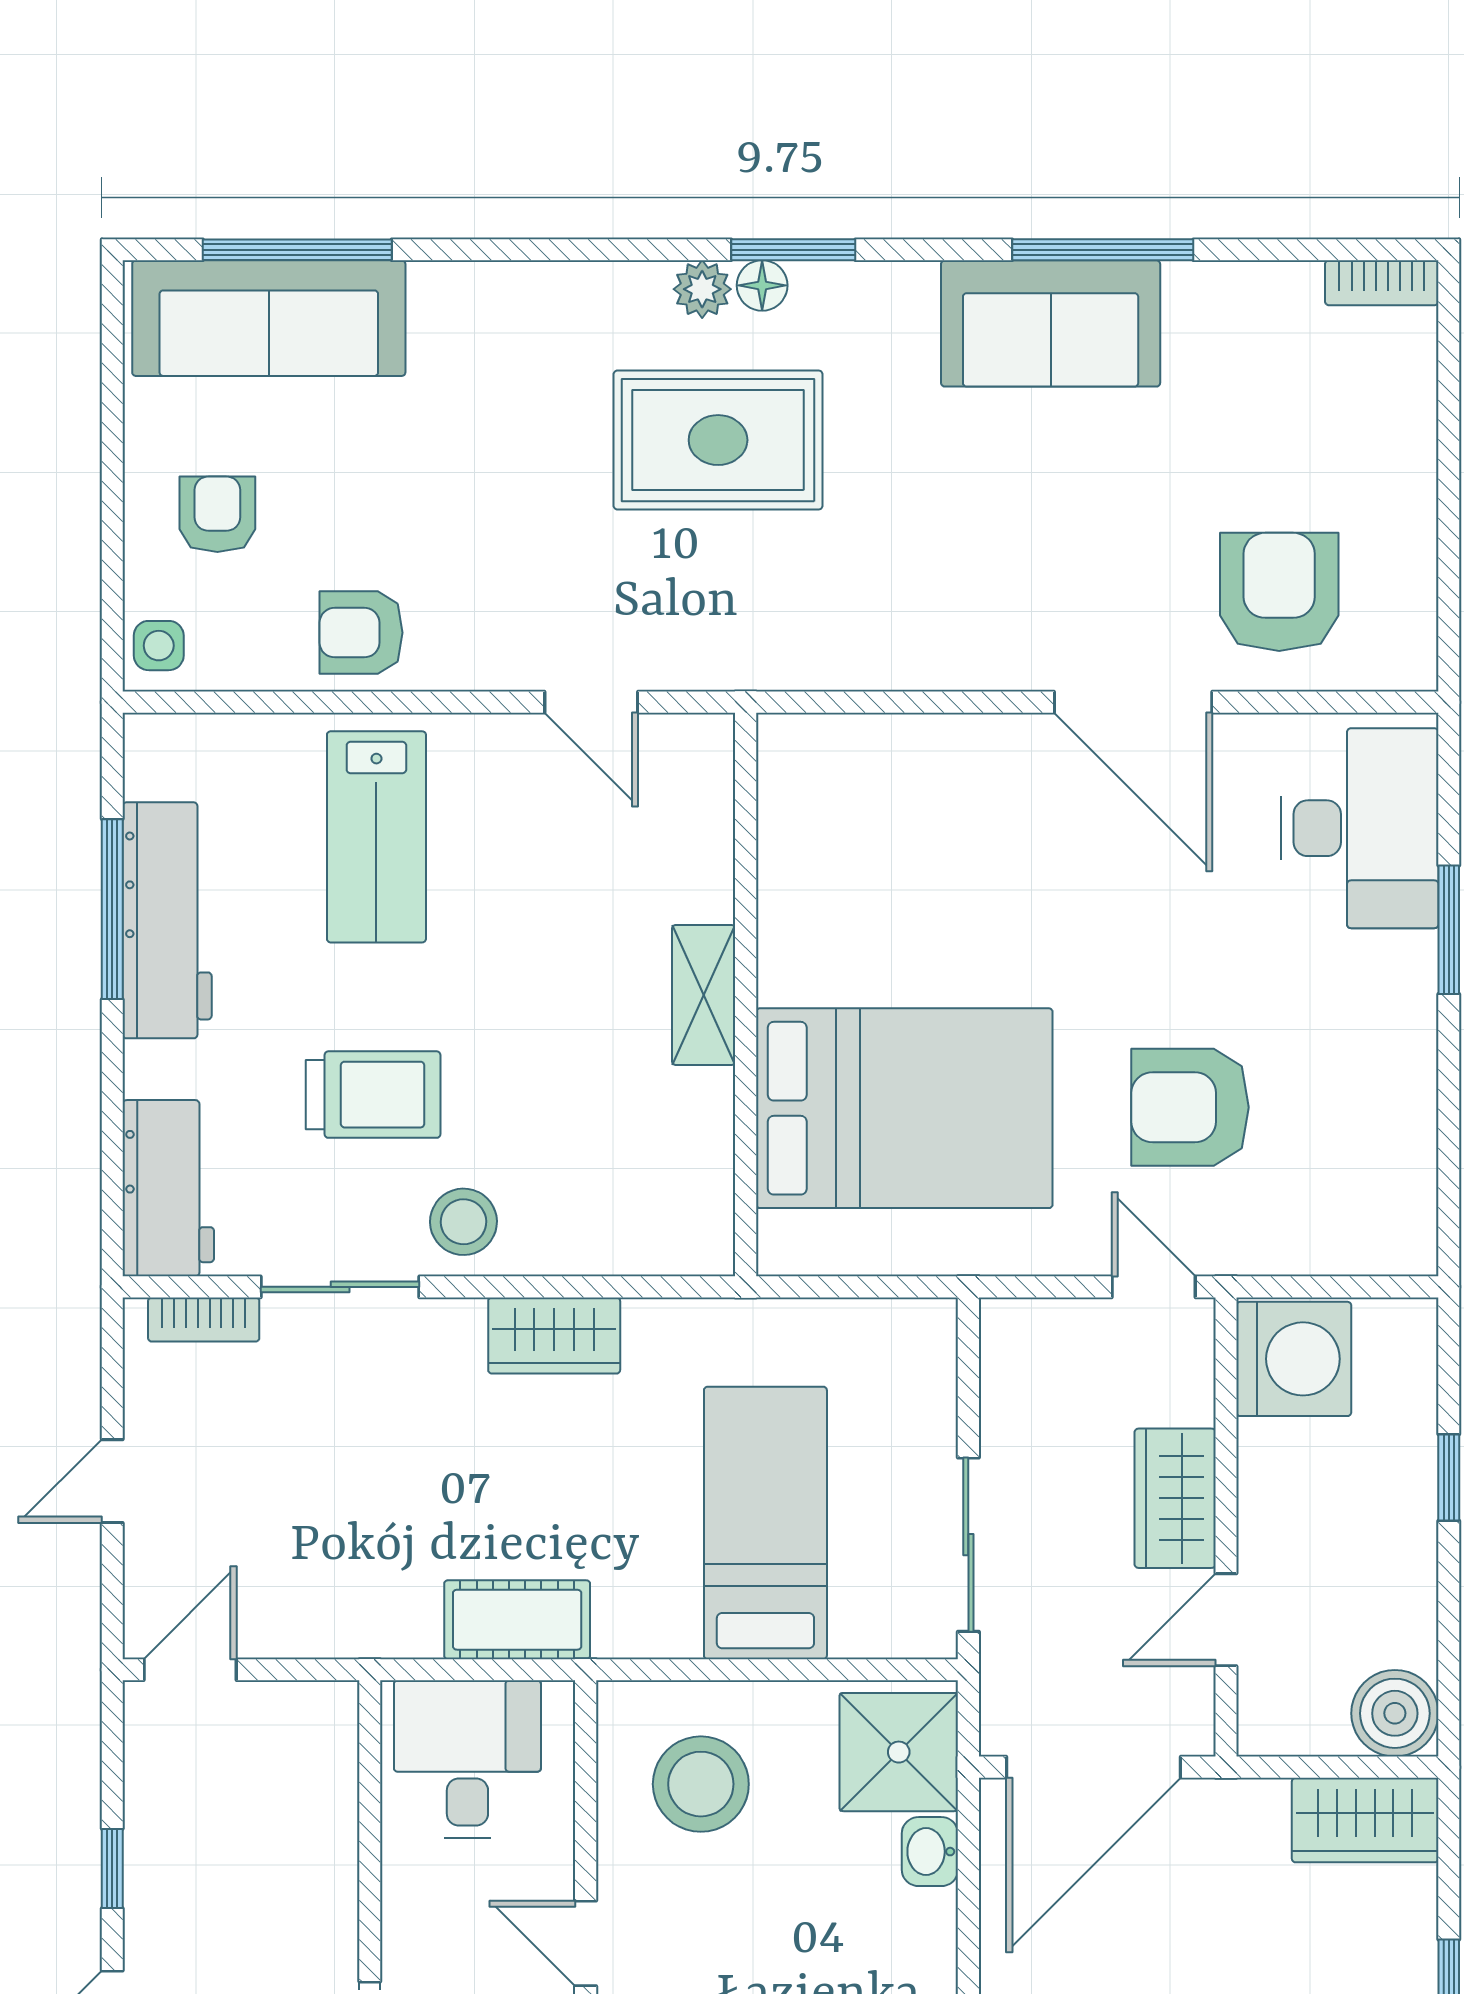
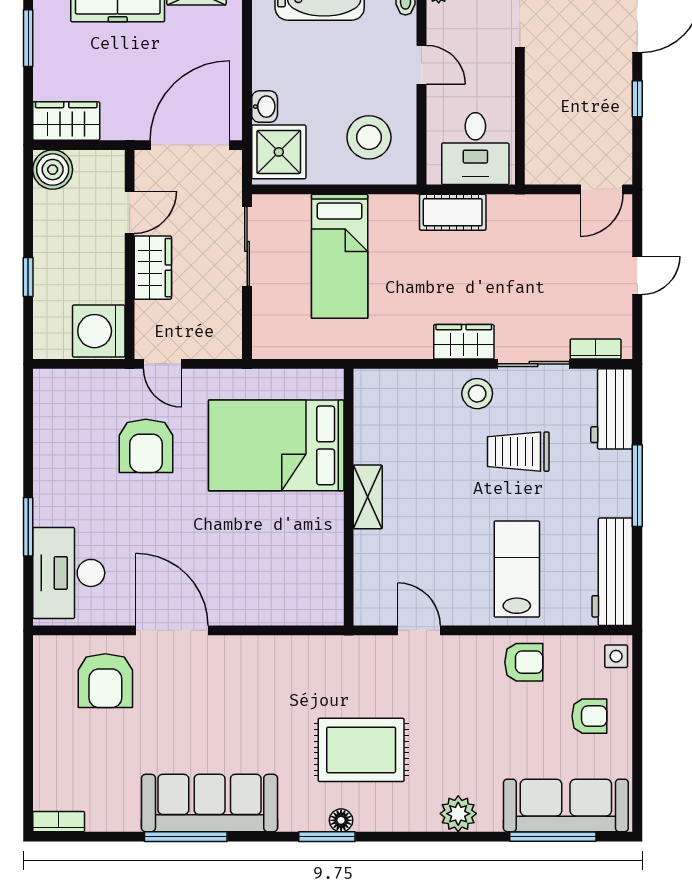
plant: (702, 289) -> (458, 814), moved, width x1.38, depth x1.38
sofa: (1051, 323) -> (210, 803), width x1.36
armchair: (217, 514) -> (589, 716), turned -90
window: (112, 909) -> (637, 486), moved
workbench: (167, 920) -> (612, 572), moved
armchair: (1190, 1107) -> (146, 446), turned 90
wardrobe: (554, 1336) -> (464, 342), moved

